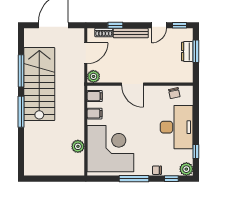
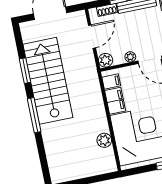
window: (21, 71) -> (25, 71), width x0.69
plant: (116, 78) -> (130, 57), added
filing cabinet: (95, 114) -> (115, 101), width x2.00

